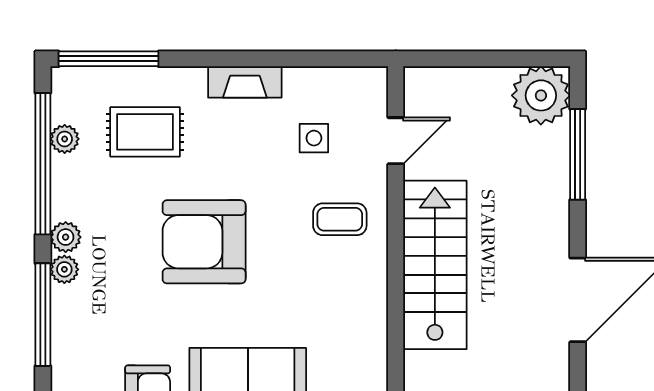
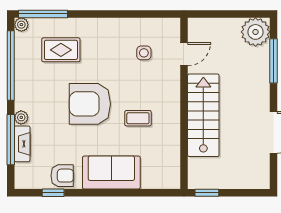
fireplace: (245, 82) -> (22, 144), moved, turned -90
plant: (65, 139) -> (21, 25), moved
coffee table: (340, 219) -> (138, 118), moved
plant: (66, 237) -> (22, 102), removed

